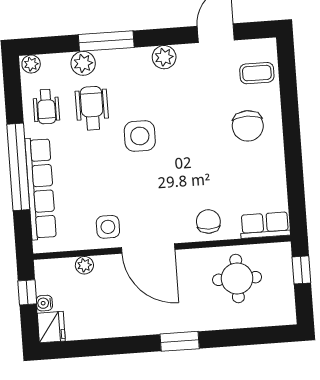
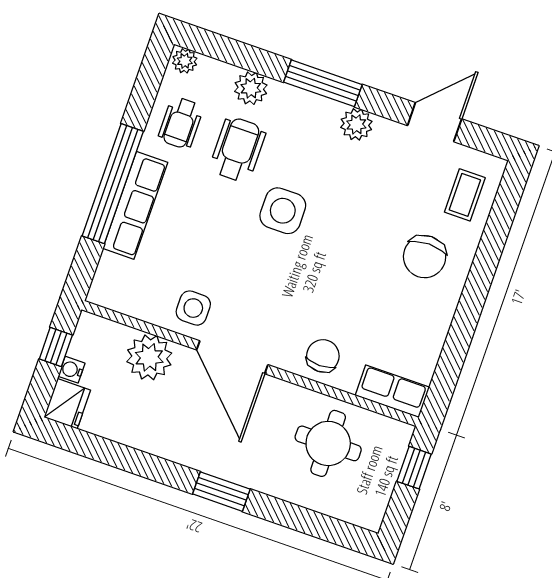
window: (106, 41) -> (323, 83), moved
coffee table: (257, 73) -> (465, 195), turned 90
row of seats: (41, 189) -> (135, 205), width x0.73
plant: (84, 265) -> (149, 357), width x1.88, depth x1.88

